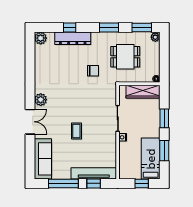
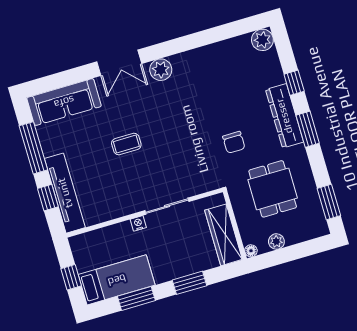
window: (109, 27) -> (308, 129), moved
plant: (155, 37) -> (276, 241), moved
dresser: (73, 38) -> (284, 116), moved

